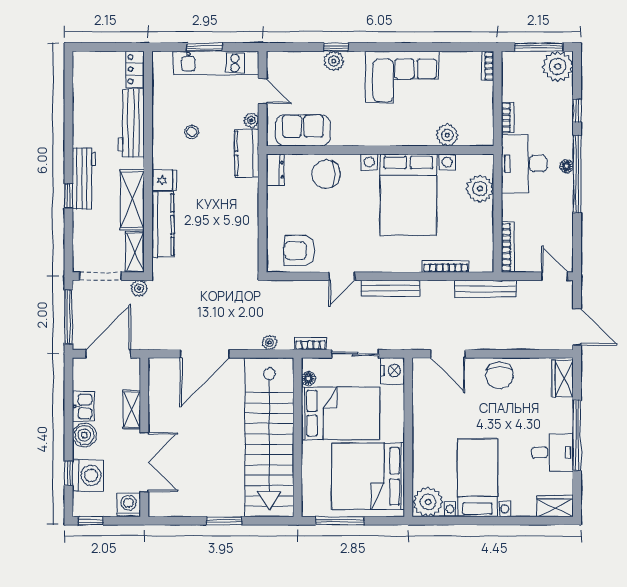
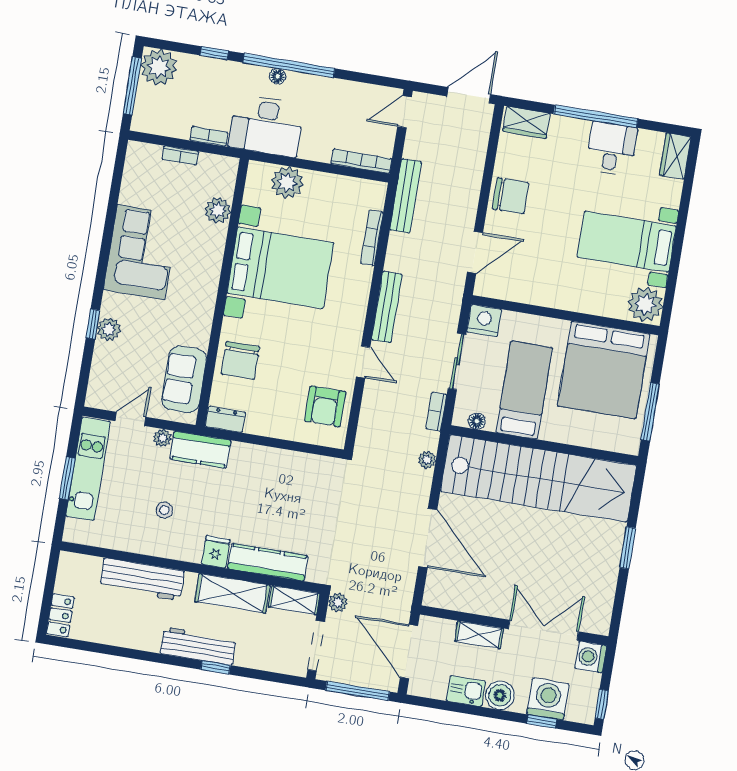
bookcase: (488, 66) -> (180, 155), moved
locker: (135, 69) -> (60, 615), moved, turned -90
bed: (340, 413) -> (524, 390), width x0.67

